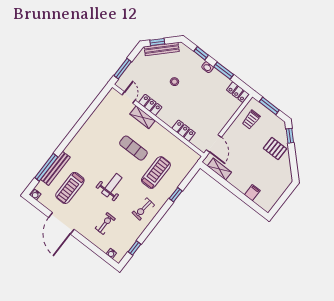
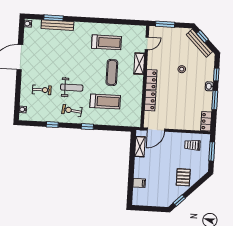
locker: (150, 105) -> (151, 80), moved
window: (290, 136) -> (179, 201), moved
window: (46, 167) -> (54, 18), width x0.69
weight bench: (112, 185) -> (72, 88), moved
treadmill: (70, 188) -> (107, 42), moved, turned 180
window: (176, 195) -> (87, 127), moved
window: (134, 248) -> (52, 125), moved

